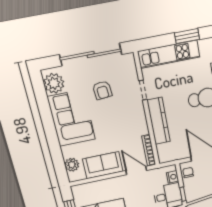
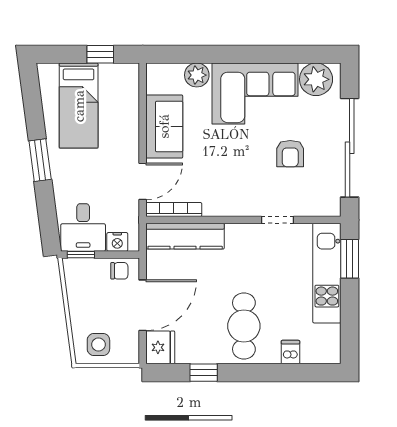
window: (187, 36) -> (350, 259), moved
armchair: (102, 90) -> (290, 154), turned -85
kitchen counter: (159, 121) -> (185, 236), moved
plant: (72, 165) -> (197, 75), moved

